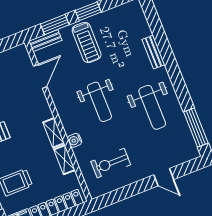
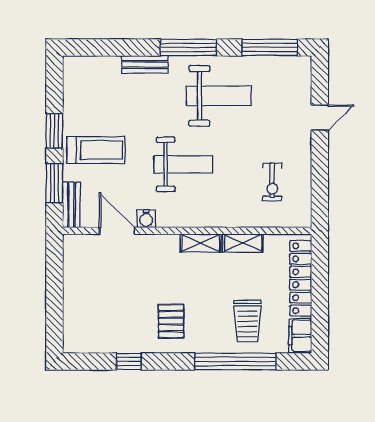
window: (175, 76) -> (188, 47), added
water cooler: (75, 140) -> (146, 219), moved
exercise bike: (111, 163) -> (272, 182), width x0.73, depth x0.72

